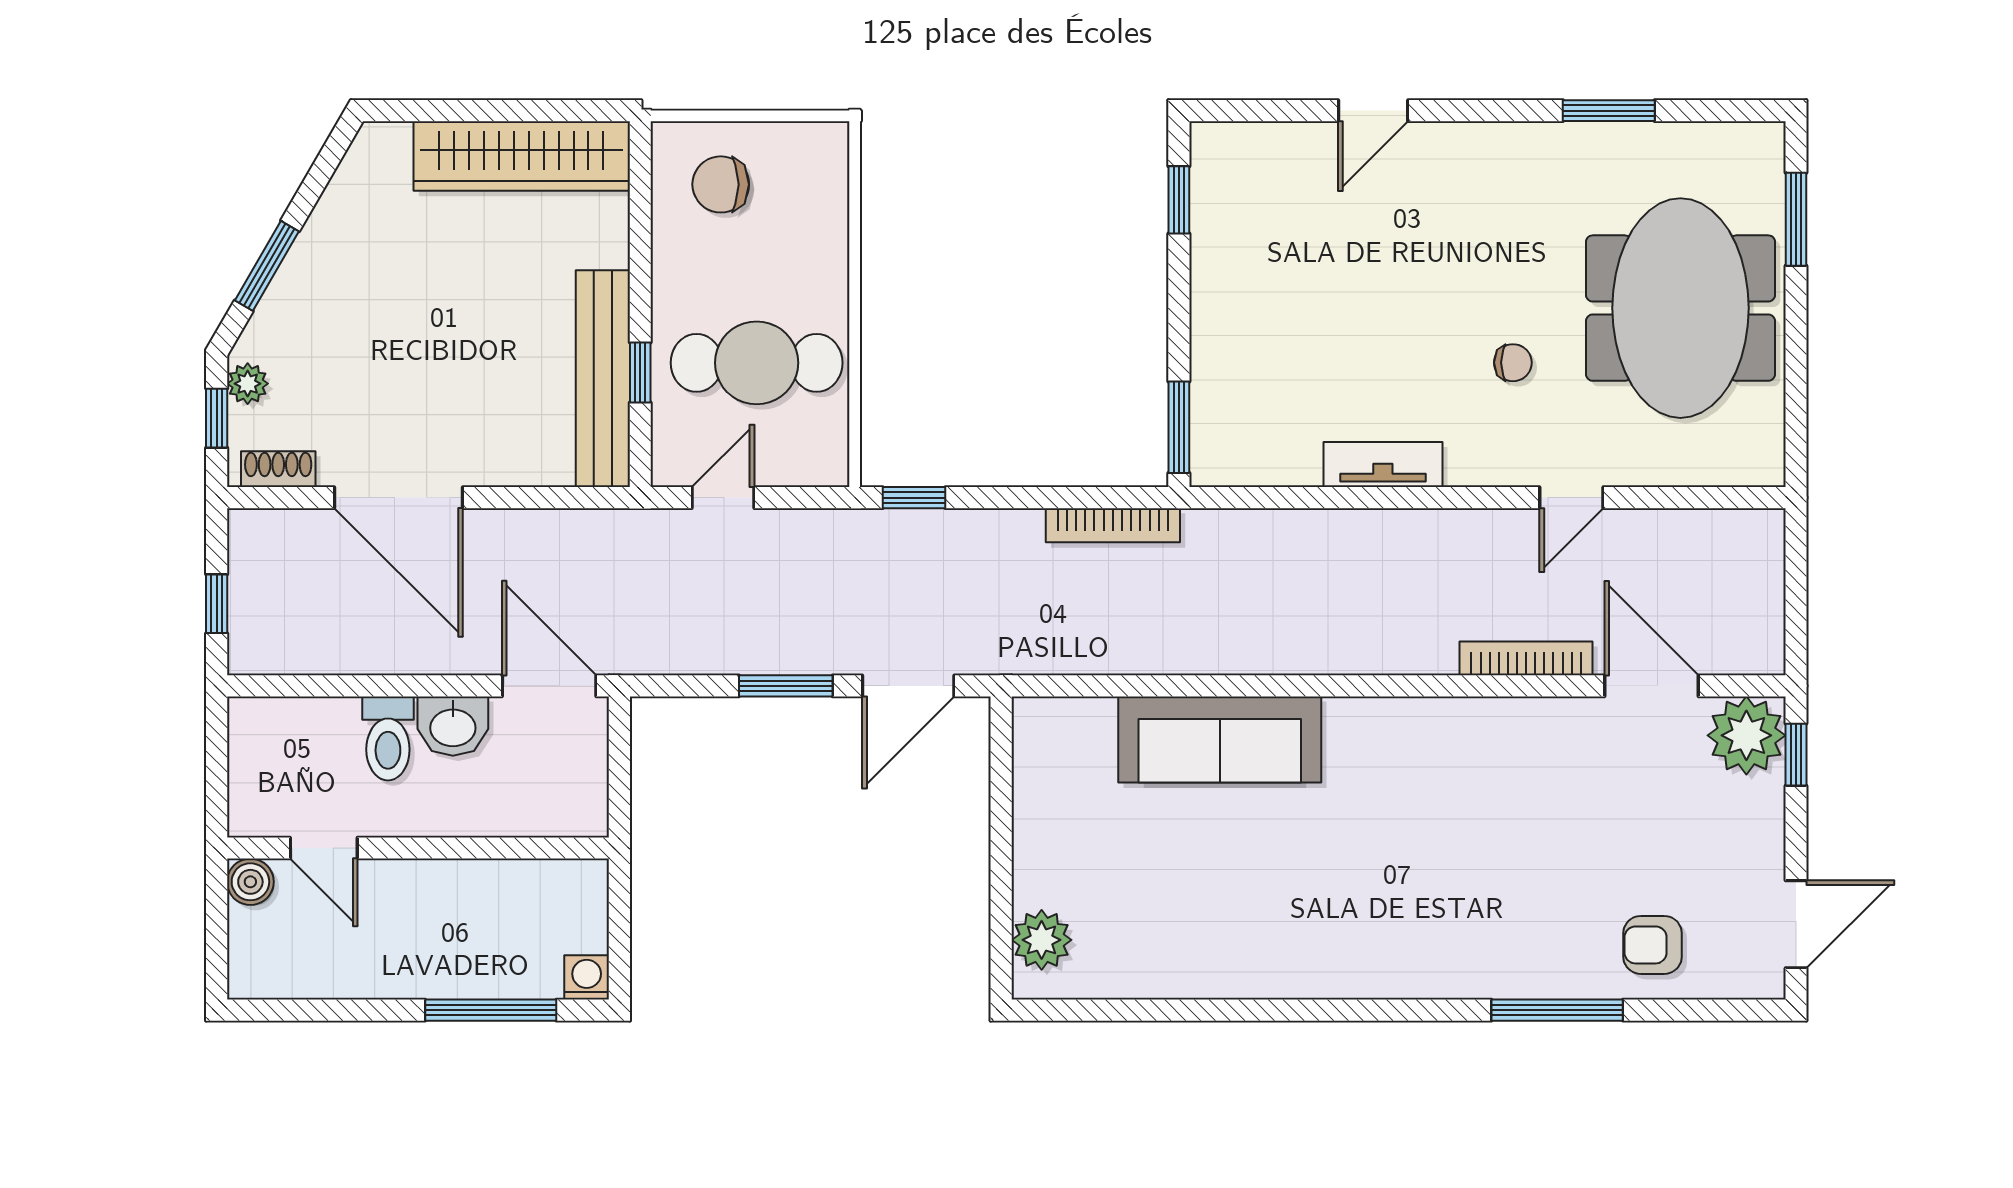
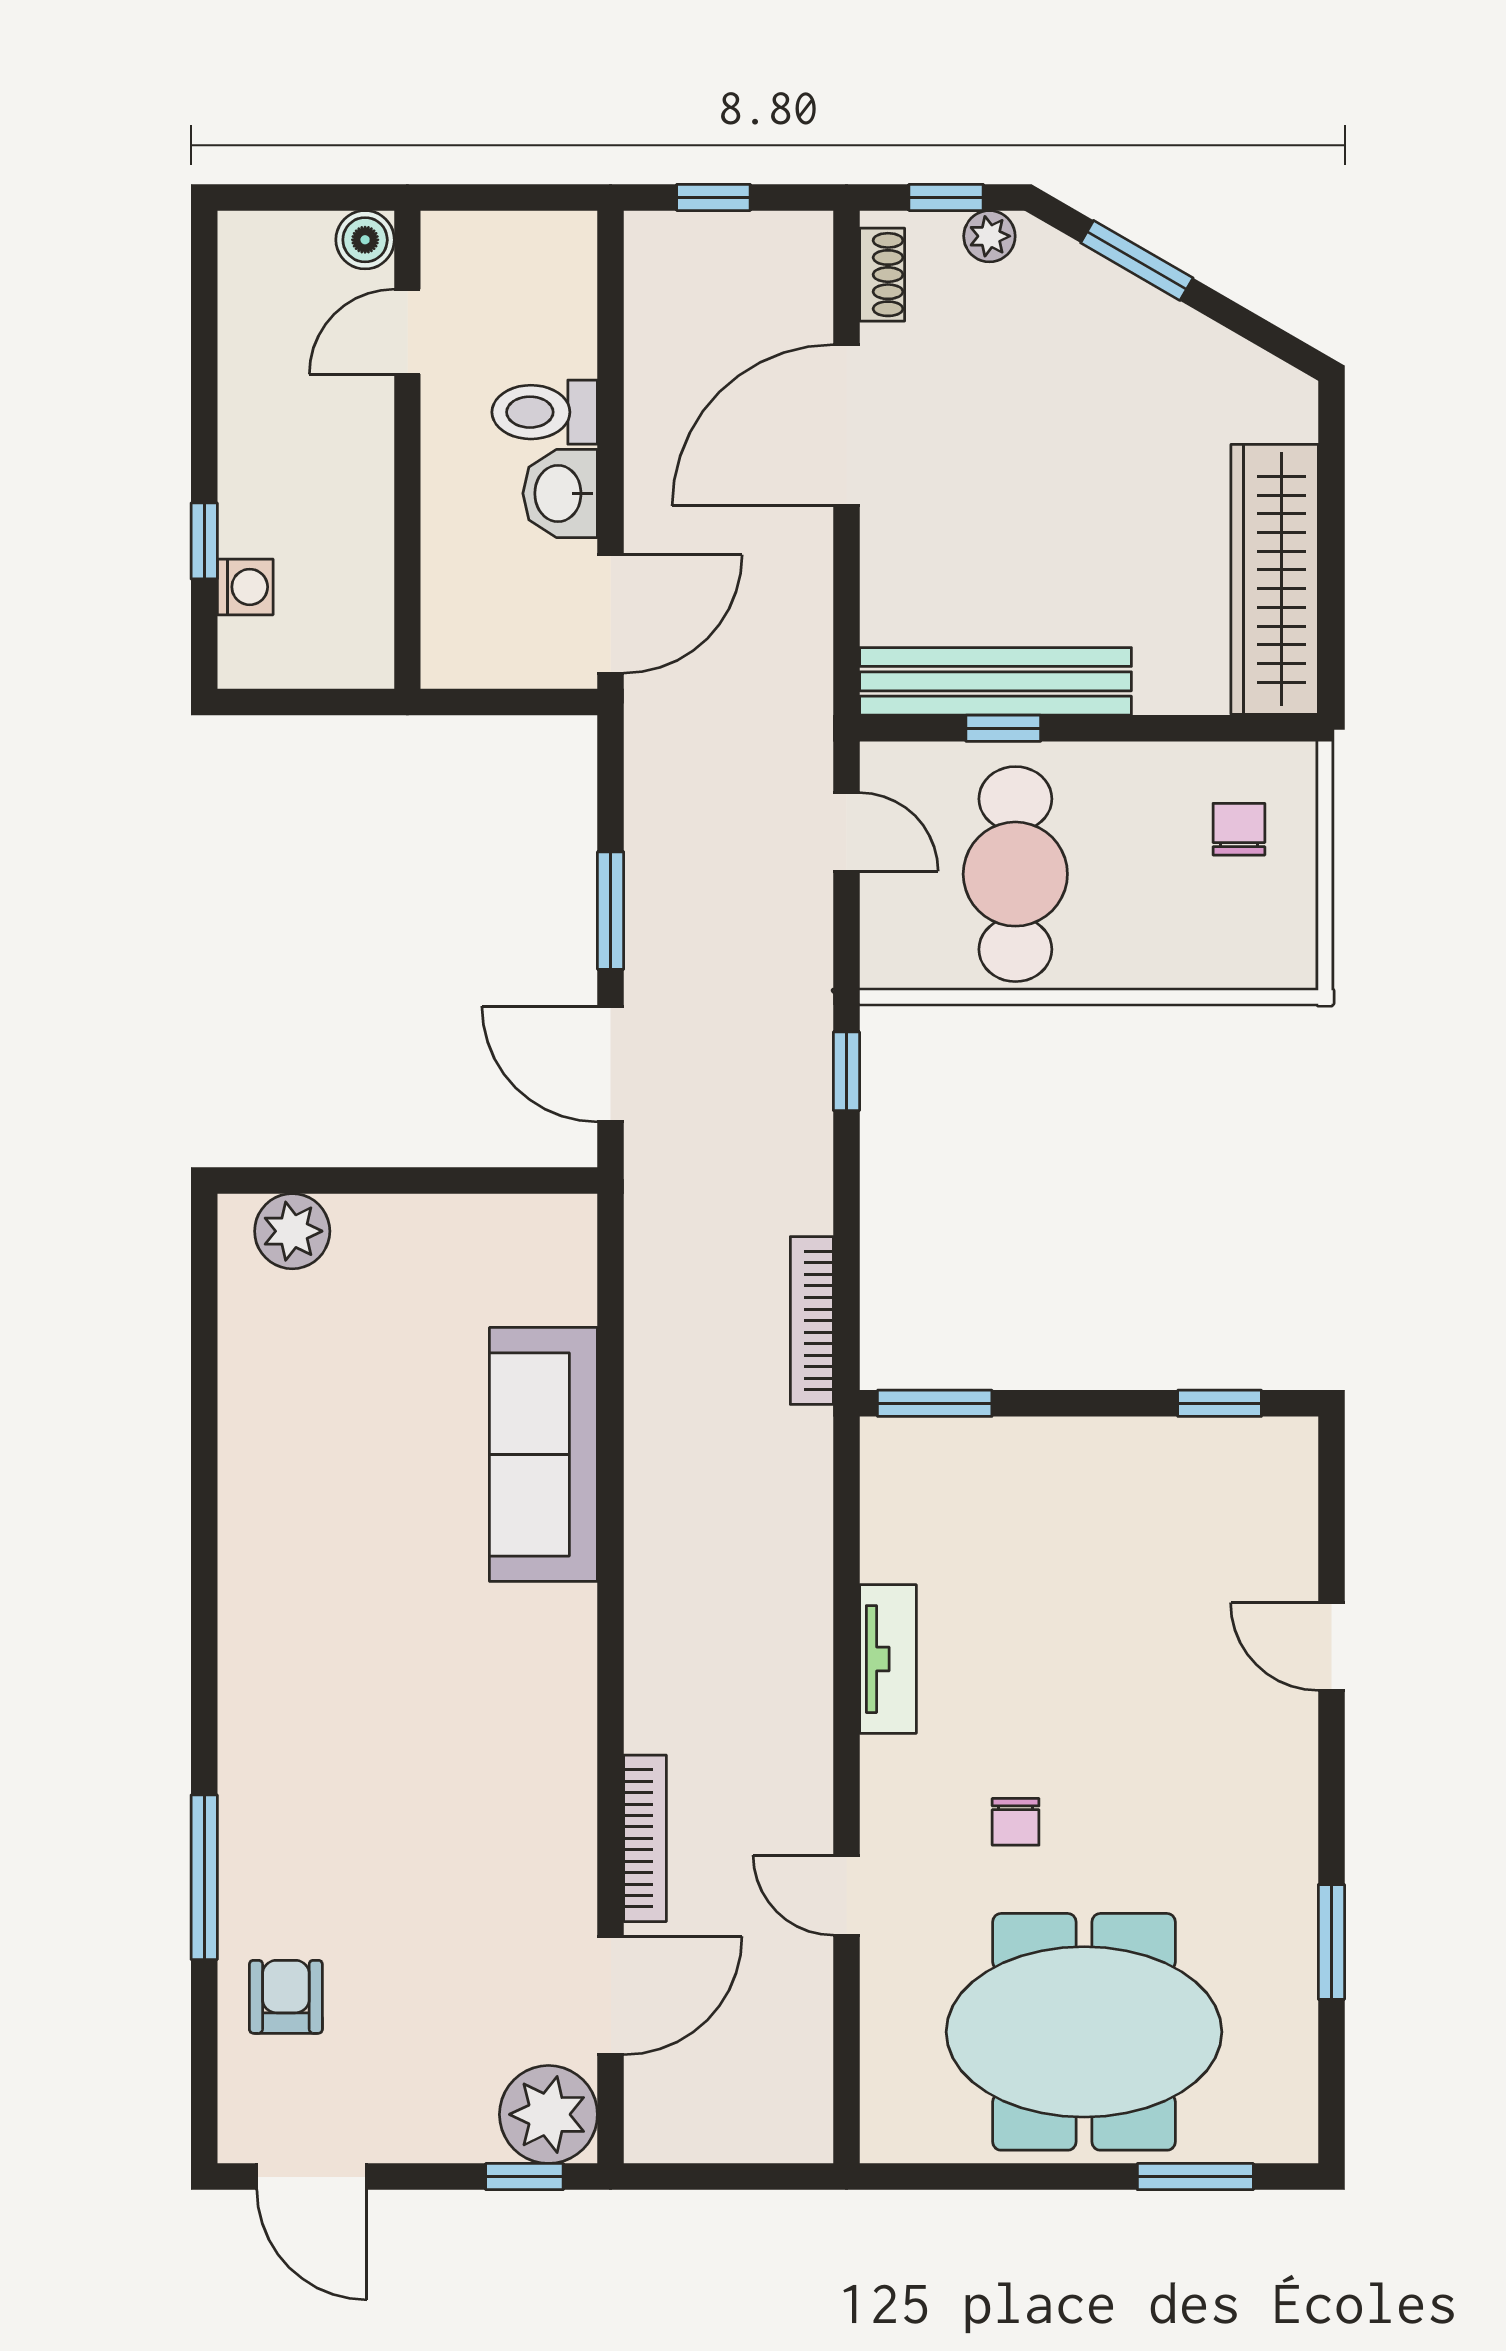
chair: (721, 184) -> (1239, 829), width x0.73, depth x0.73
washing machine: (587, 977) -> (245, 587), moved
window: (491, 1010) -> (204, 541), width x0.46

